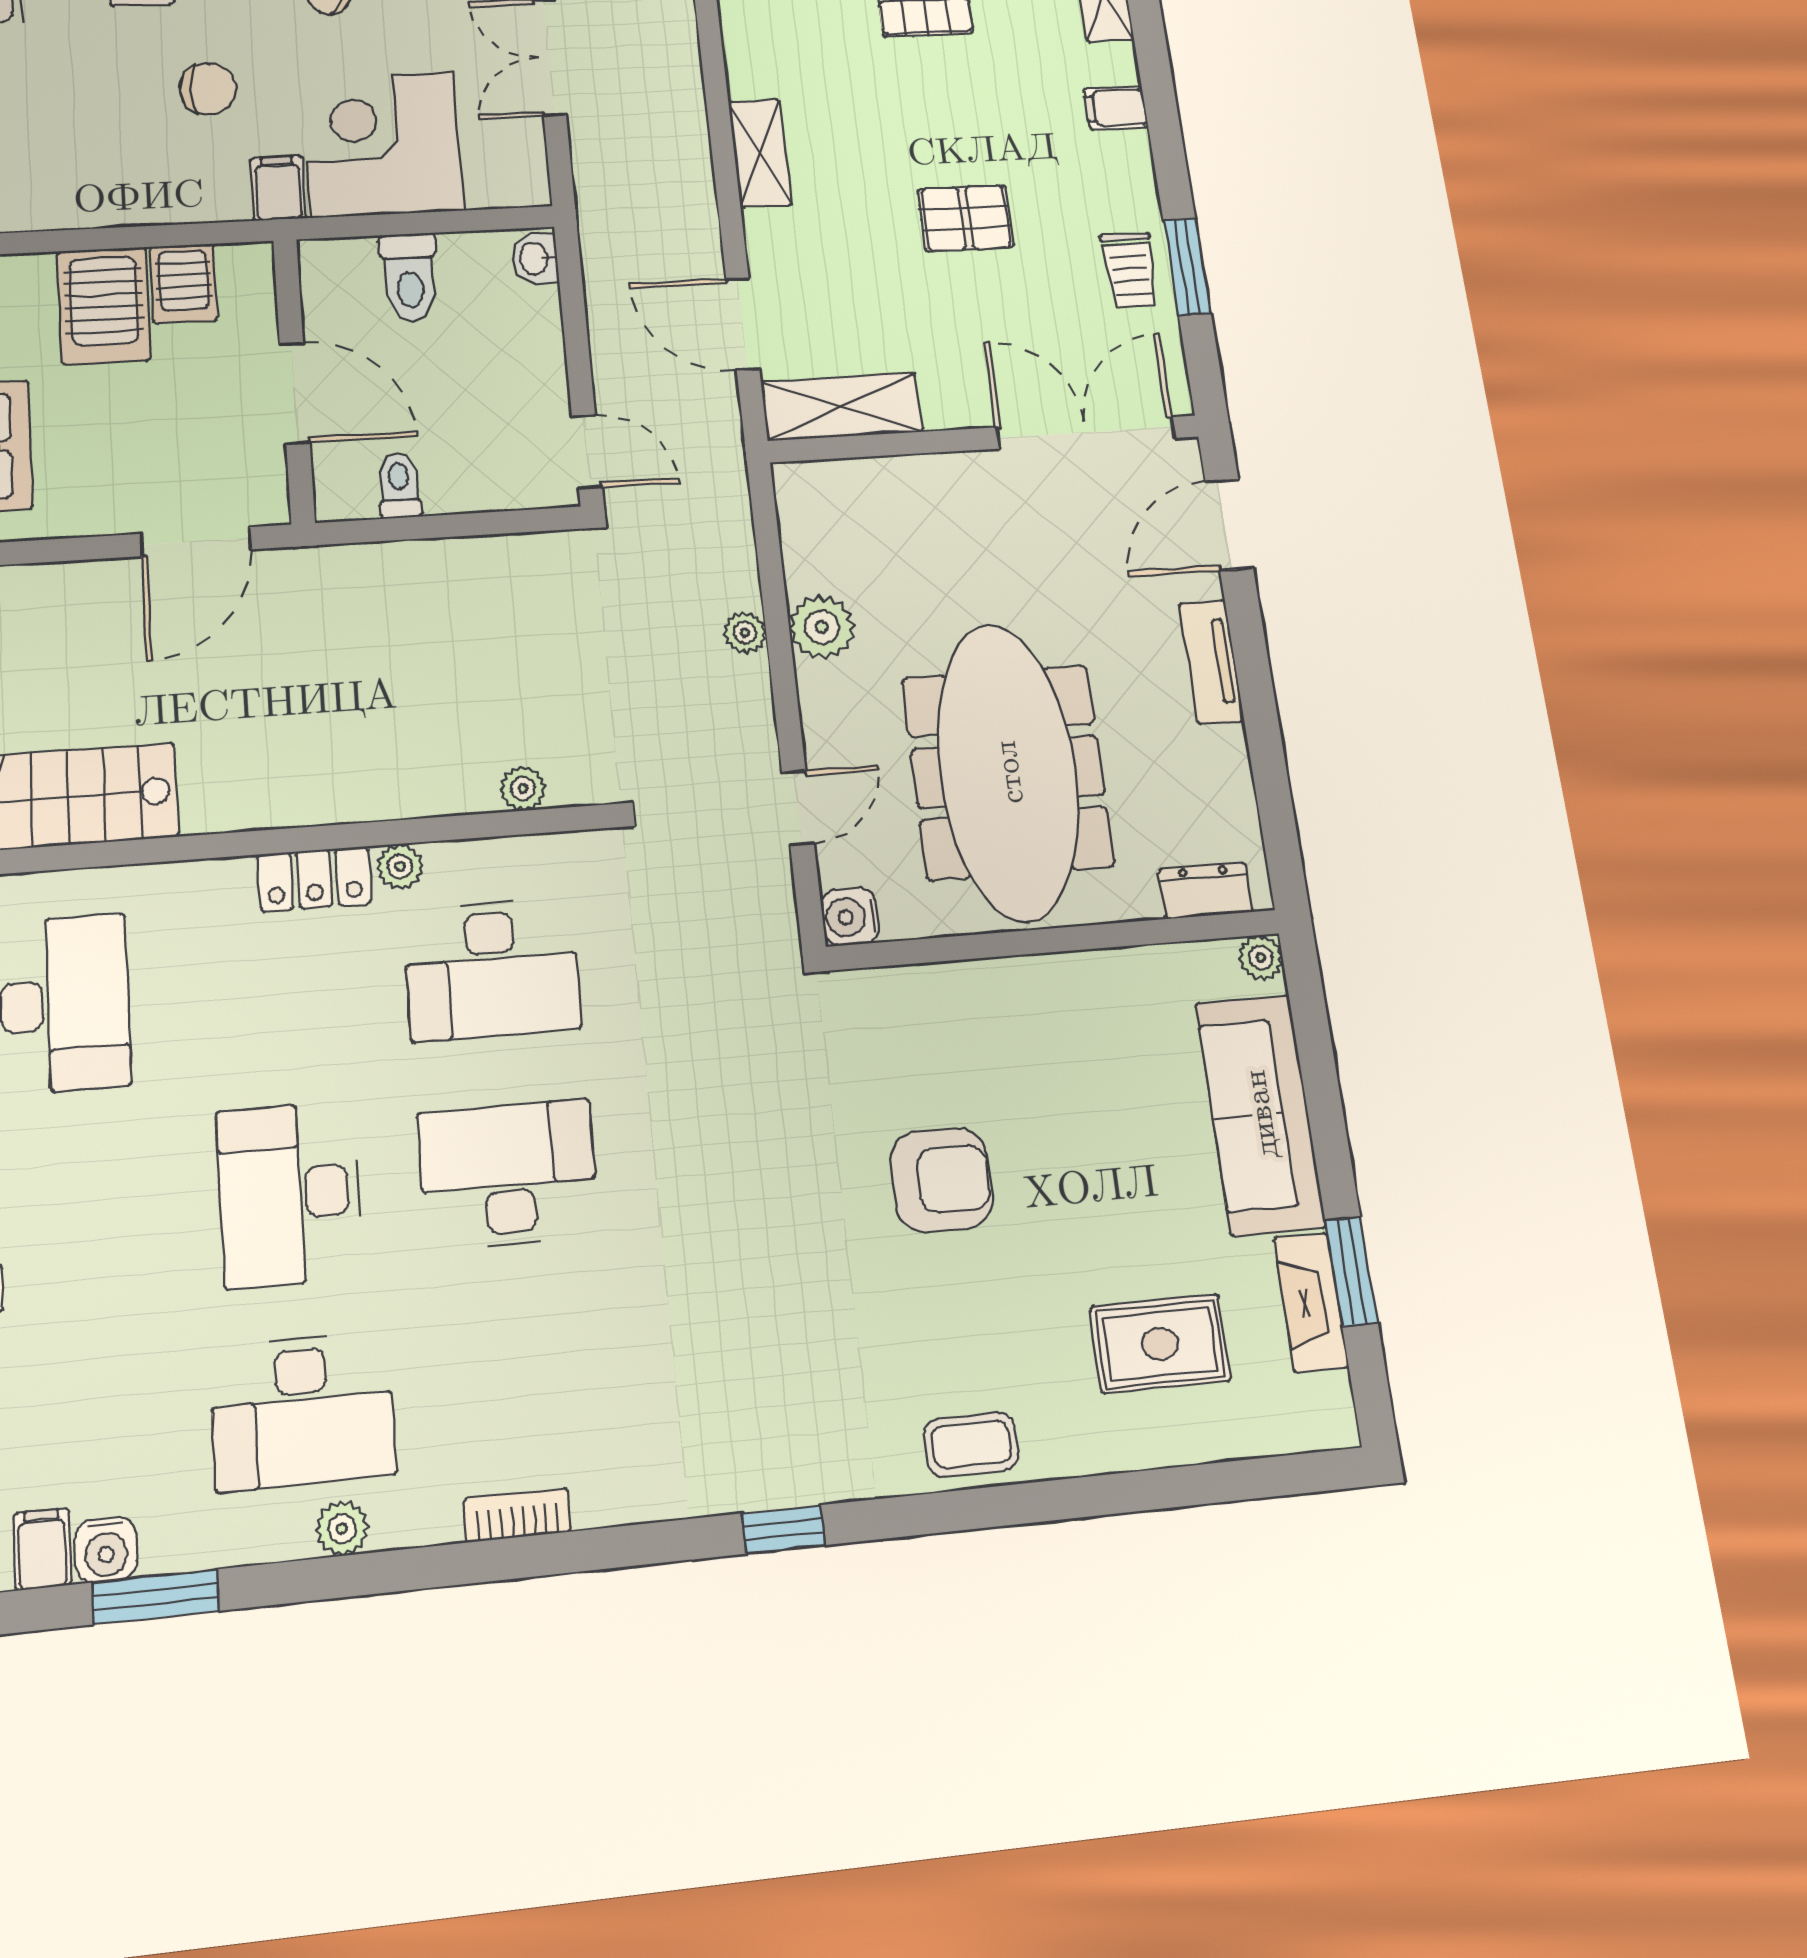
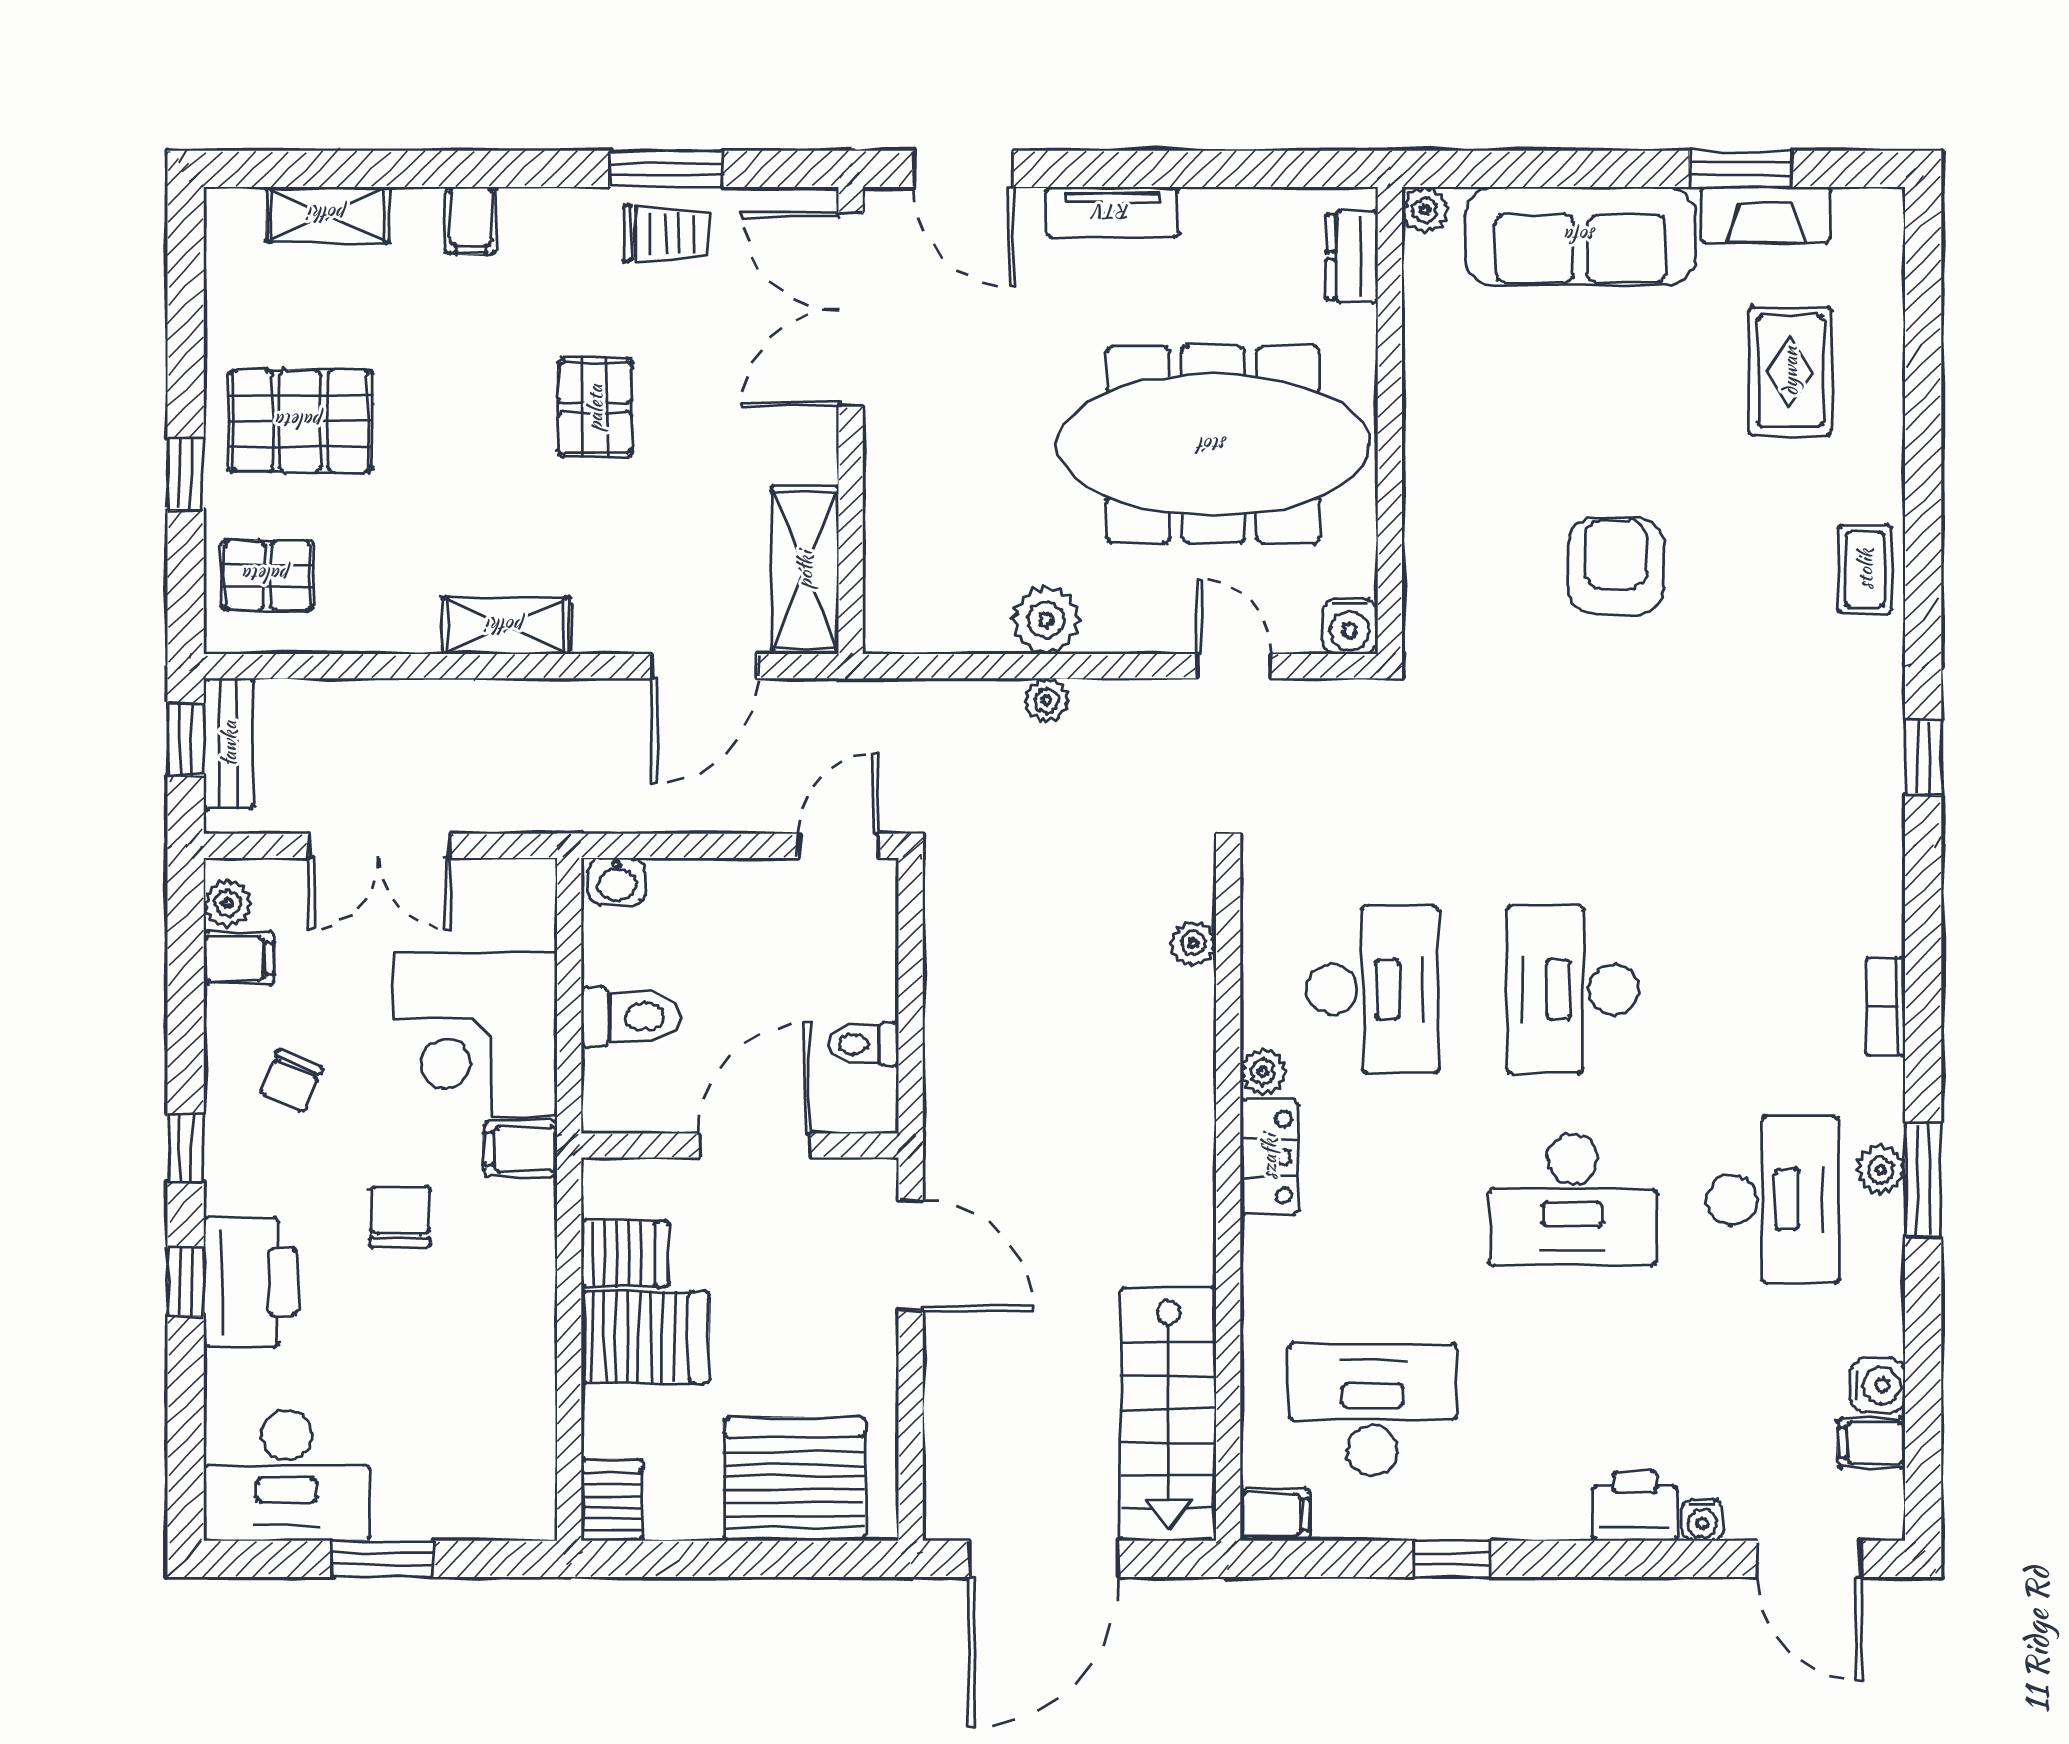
window: (155, 1597) -> (1923, 1180), moved

